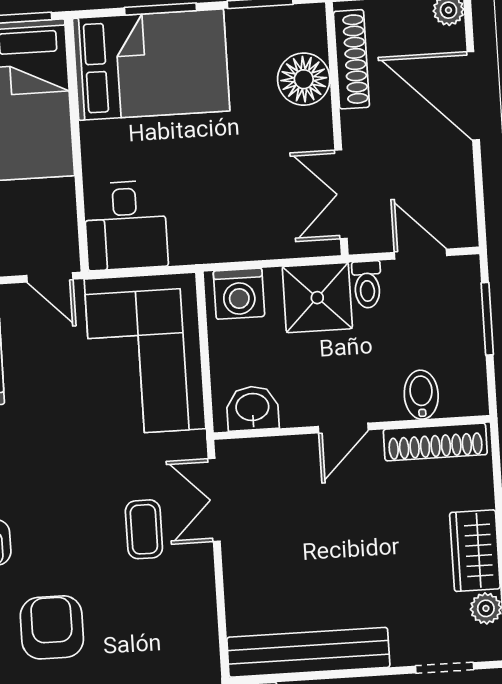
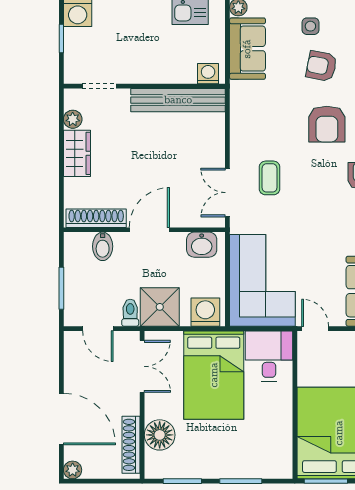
bed: (151, 65) -> (214, 375), moved, turned -90
door: (343, 428) -> (149, 230), width x1.38
double door: (214, 500) -> (227, 193), swing flipped

